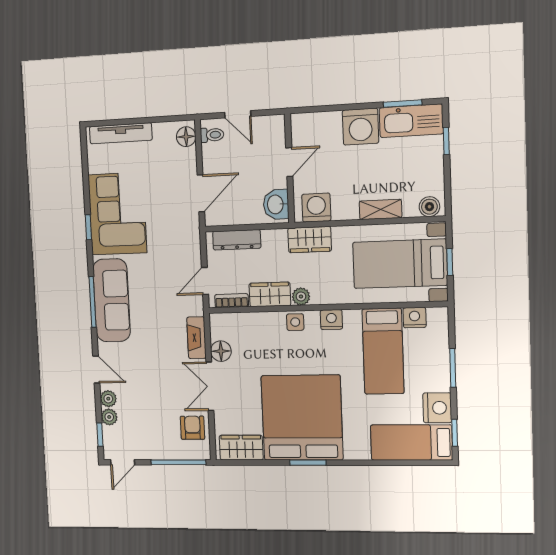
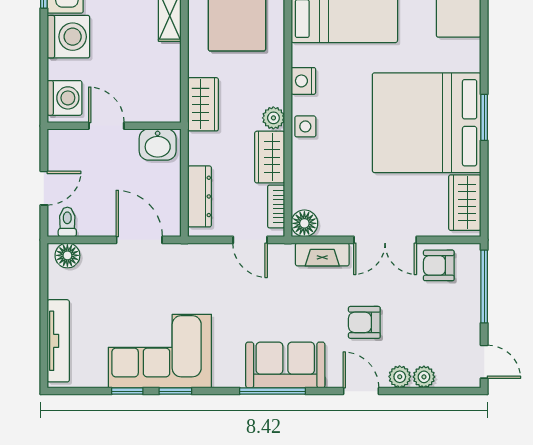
washing machine: (316, 208) -> (64, 98), moved, turned 180
sofa: (112, 300) -> (285, 365), width x0.73
floor lamp: (221, 351) -> (304, 223), moved
door: (96, 369) -> (361, 391), hinge flipped
armchair: (147, 371) -> (364, 322), added
window: (100, 435) -> (127, 391), moved

